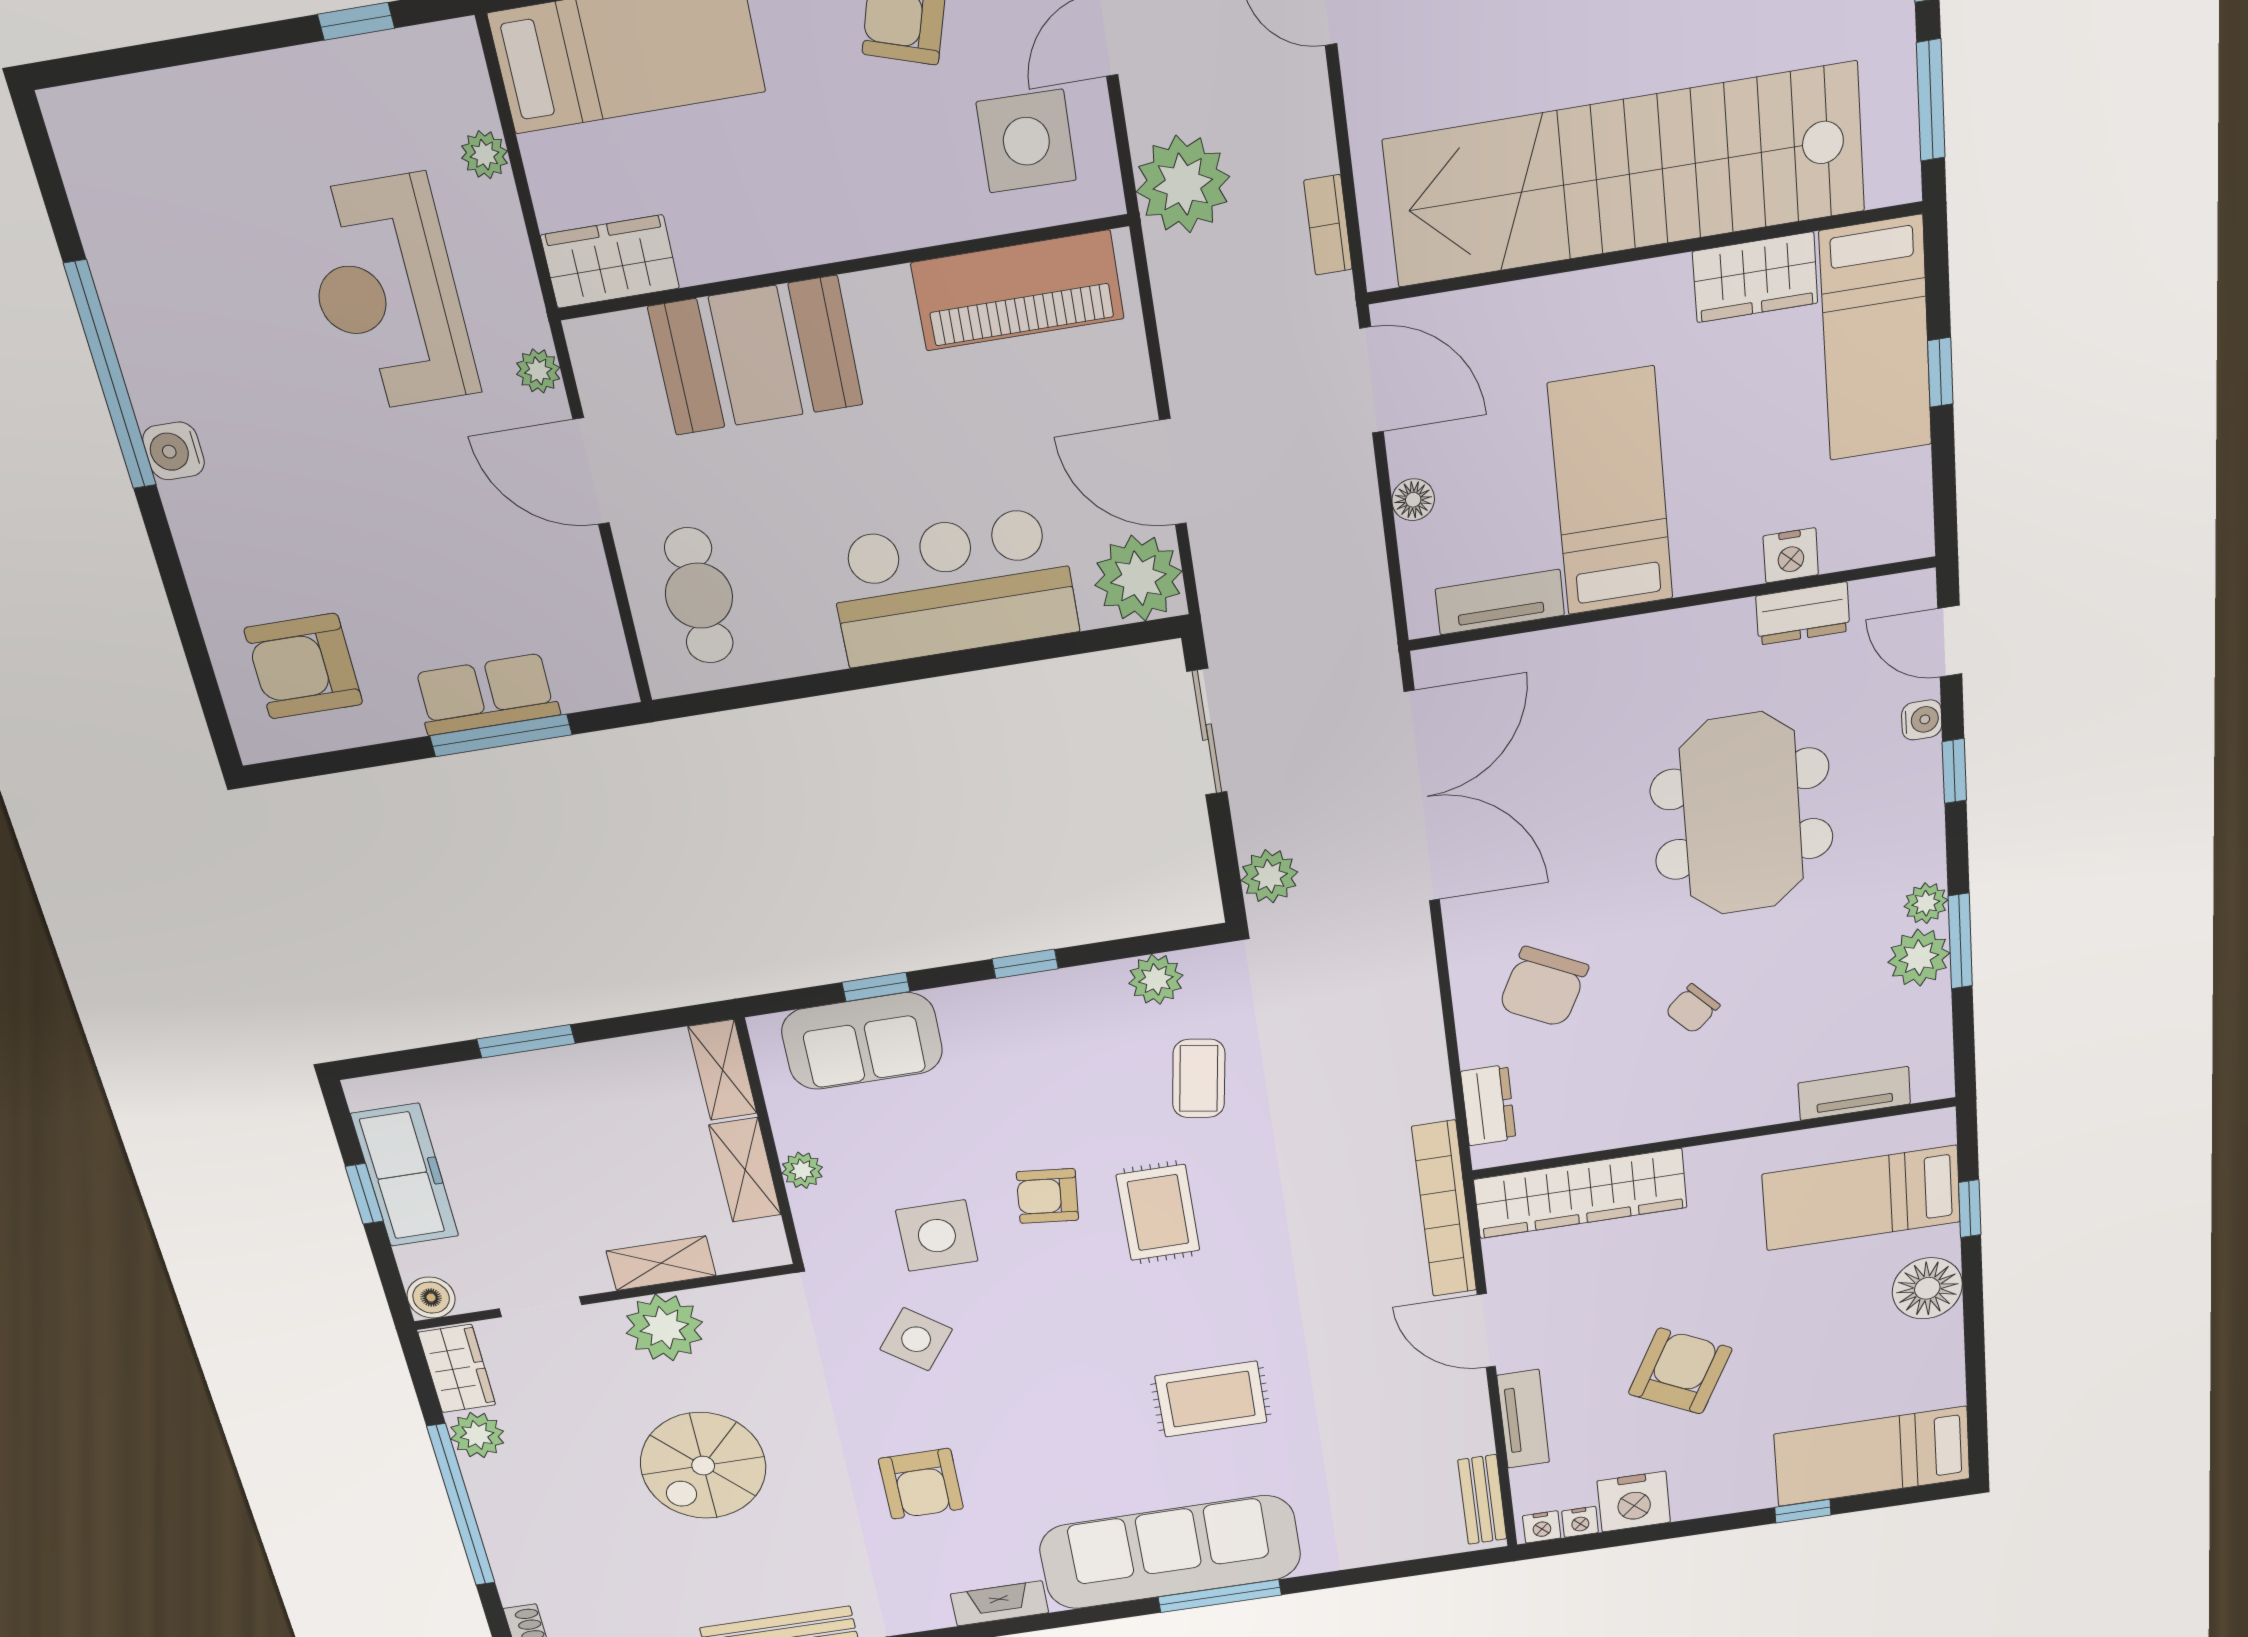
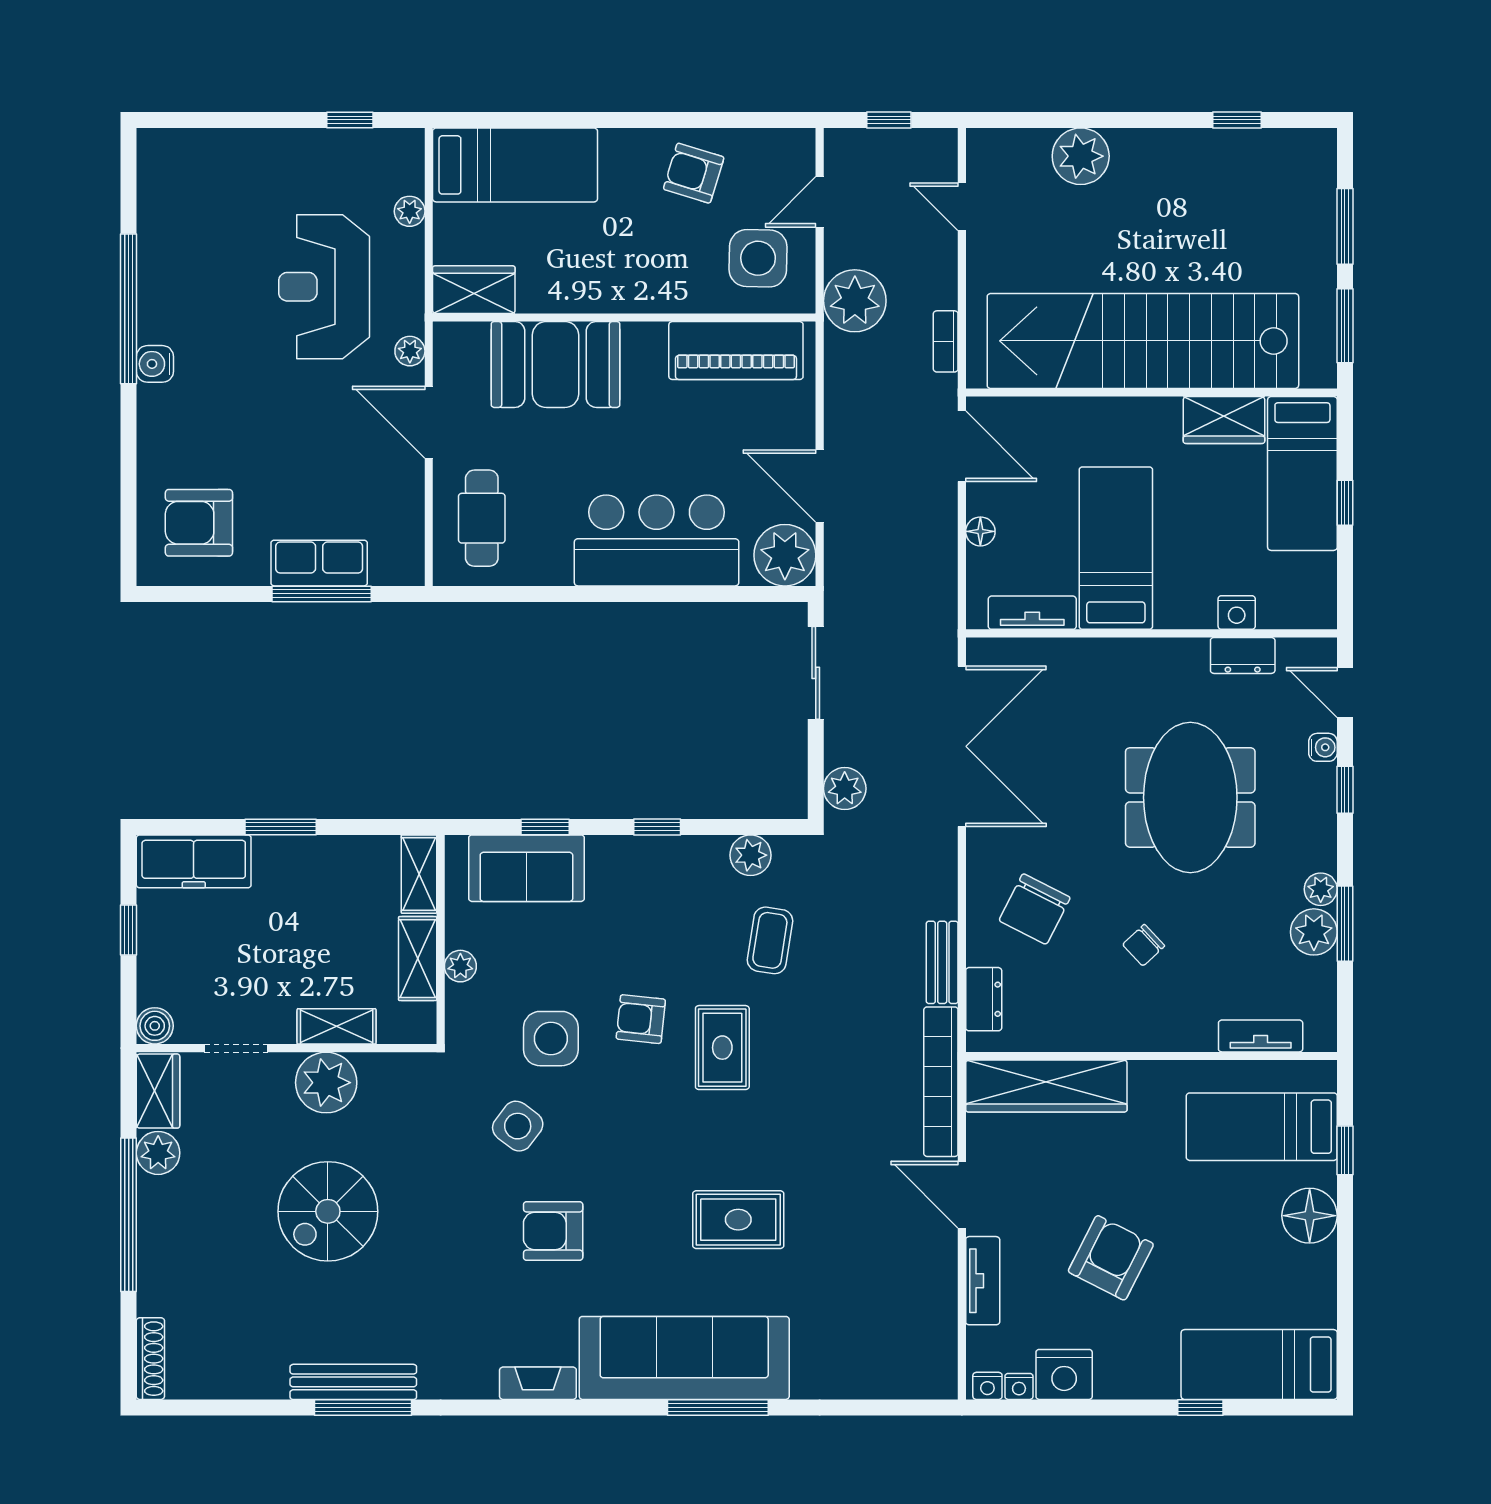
freezer: (405, 1175) -> (194, 861), moved, turned 90
armchair: (921, 1484) -> (553, 1231), moved, turned 90
bench: (1482, 1500) -> (942, 962), moved

